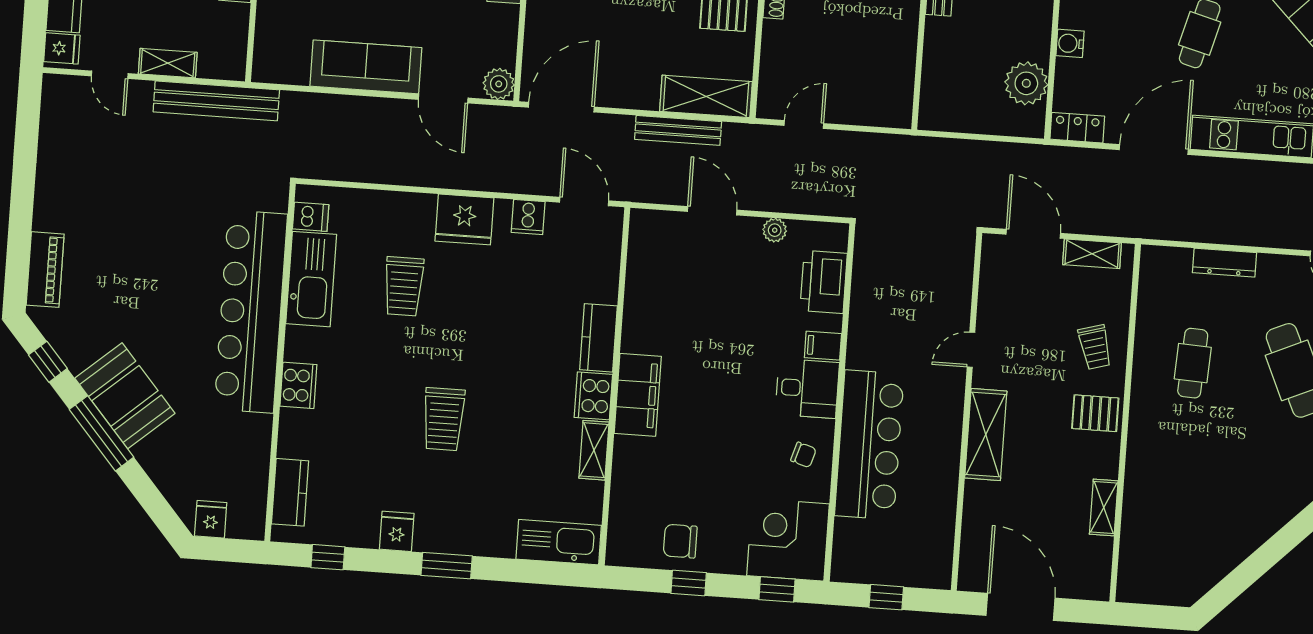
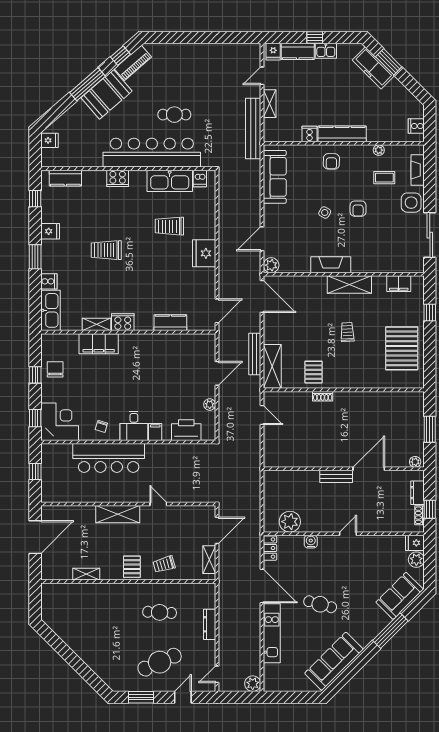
sofa: (366, 67) -> (275, 177), moved
cooker: (528, 217) -> (49, 281), moved, turned 180
cafe table: (176, 260) -> (174, 115), added
piano: (45, 270) -> (133, 63), moved, turned -41
kitchen counter: (599, 338) -> (170, 323), moved
filing cabinet: (638, 395) -> (99, 344), moved

